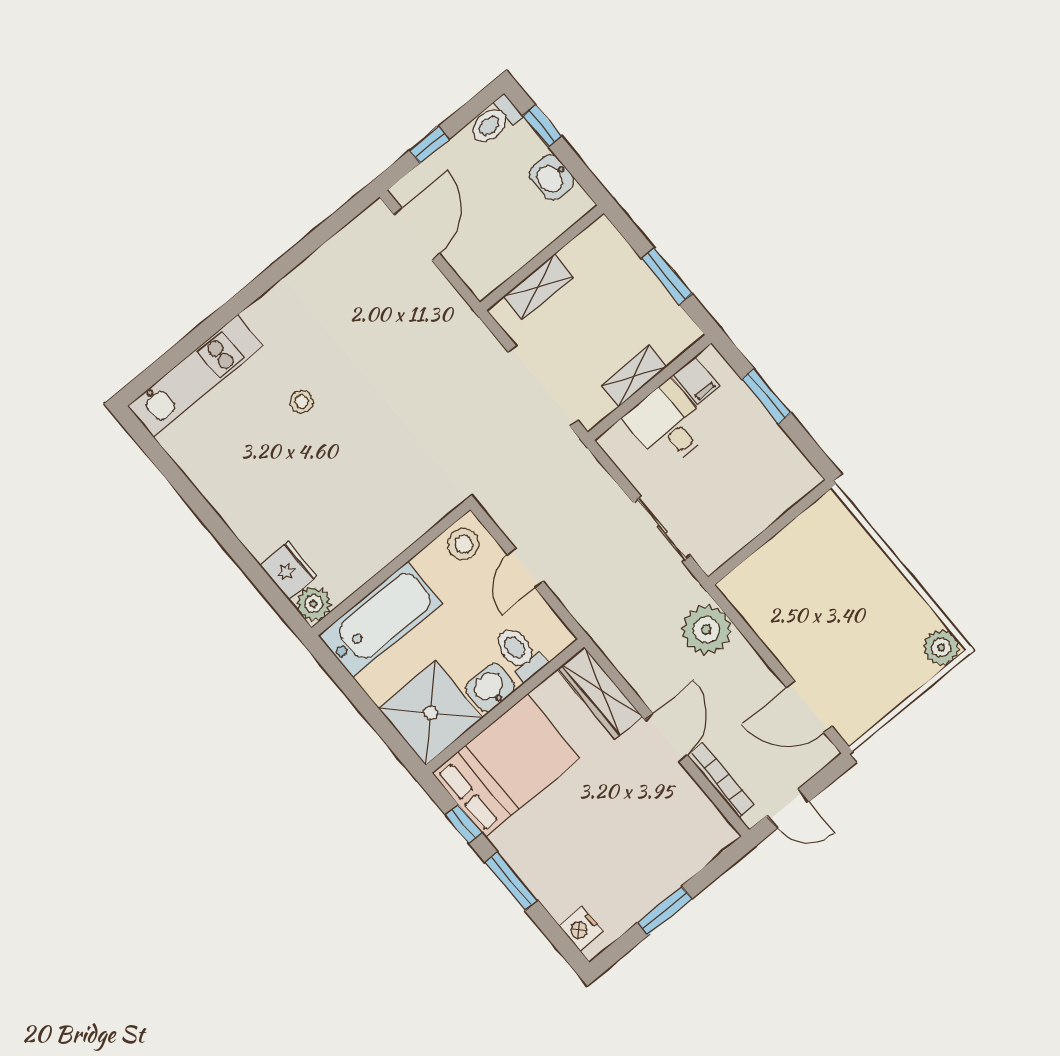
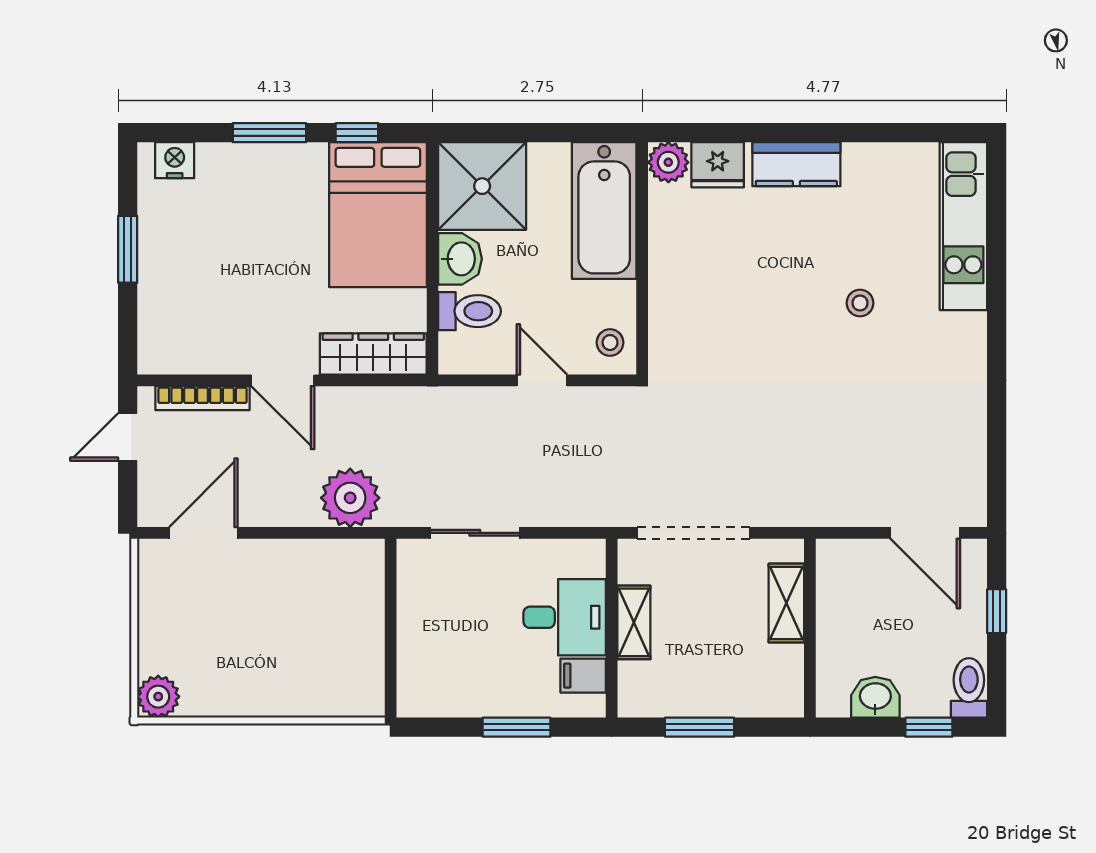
kitchen counter: (245, 519) -> (796, 164), added
stool: (464, 544) -> (610, 343), width x0.73, depth x0.73

